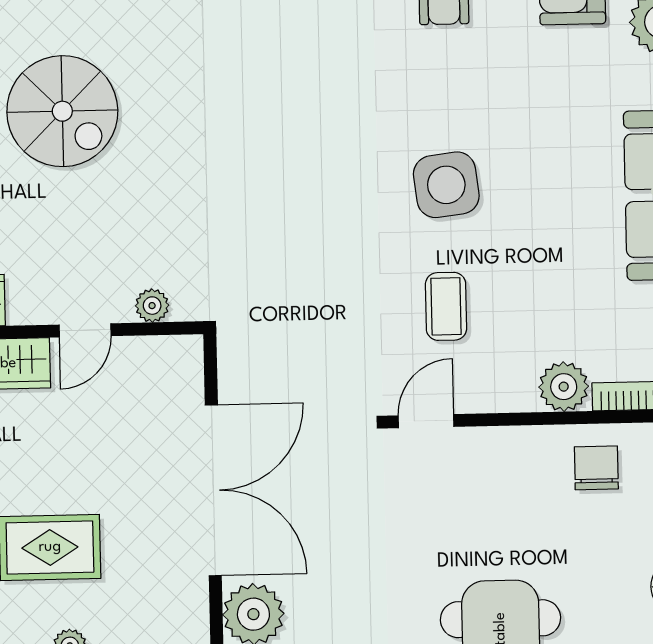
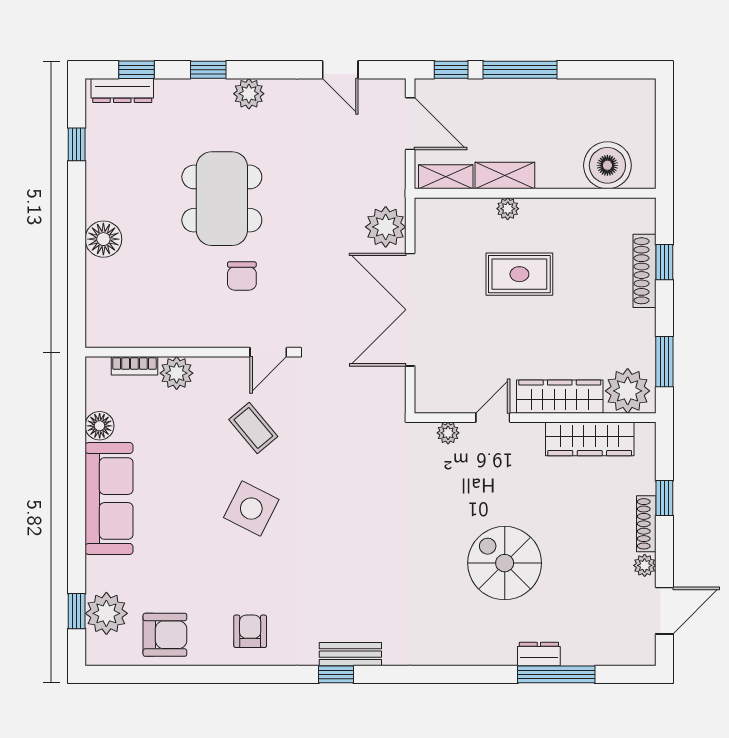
side table: (446, 185) -> (251, 509), turned 34
coffee table: (446, 306) -> (253, 428), turned -40
chair: (596, 468) -> (242, 276), moved

